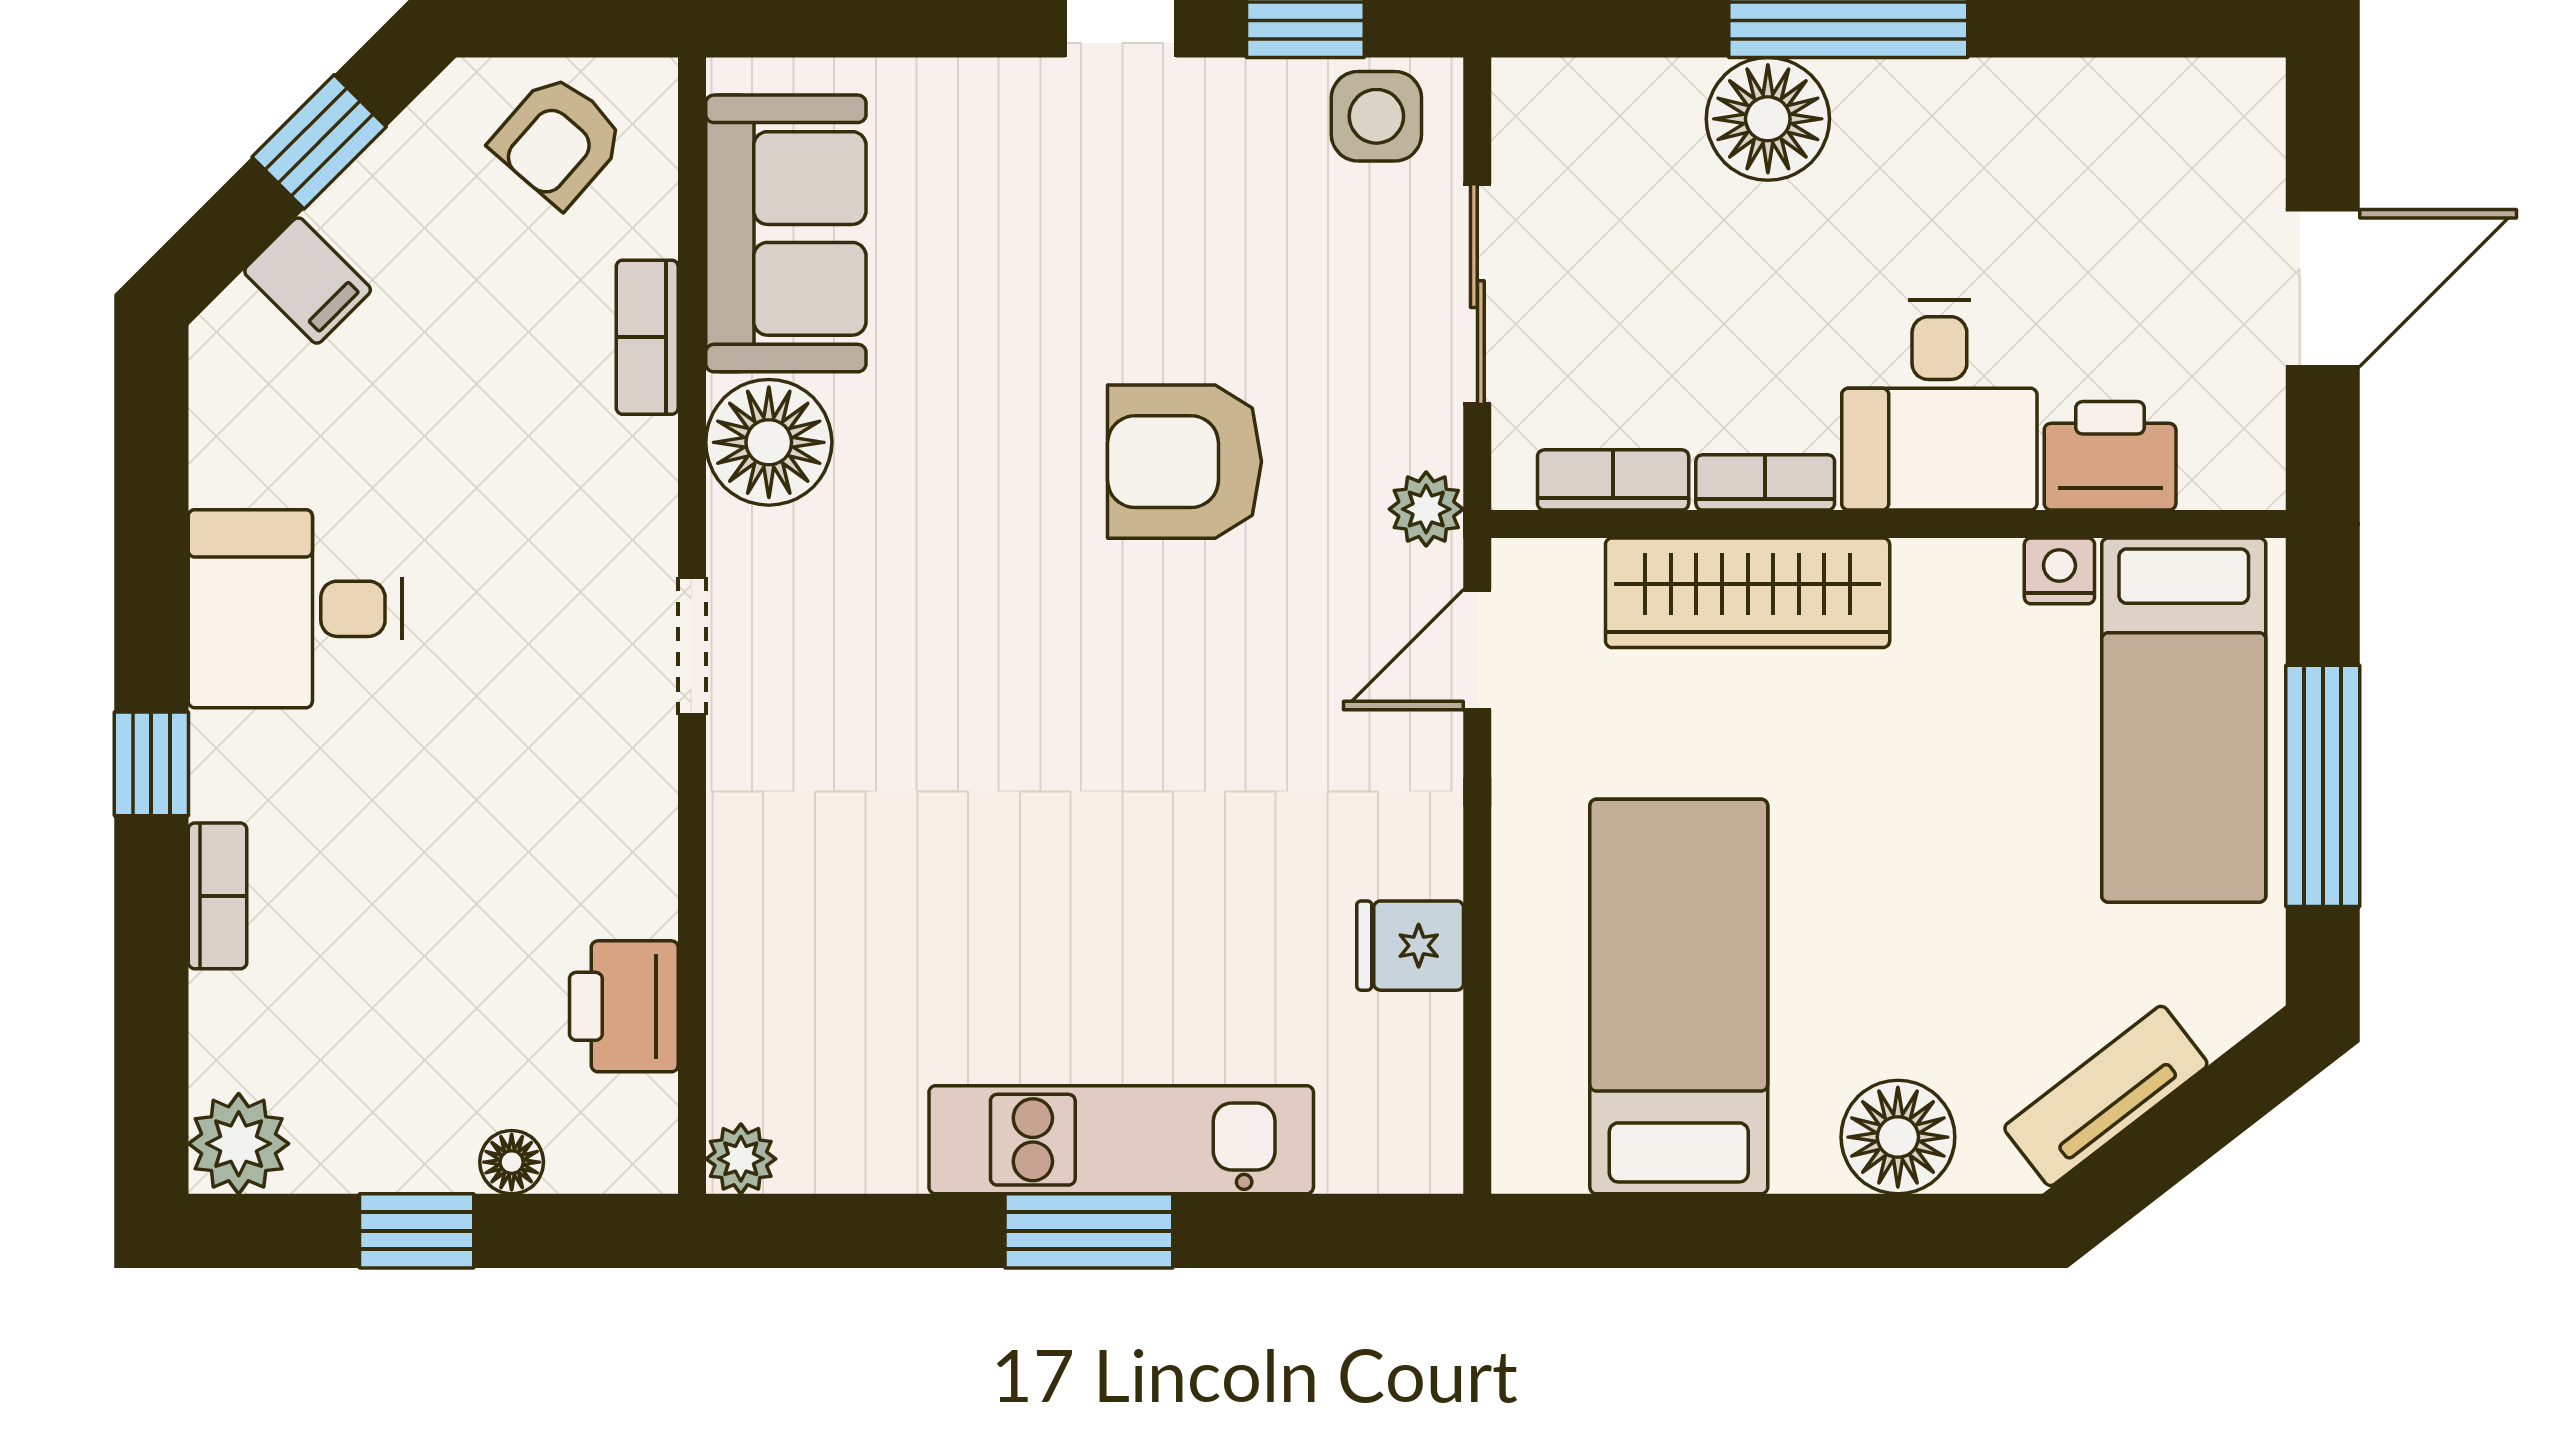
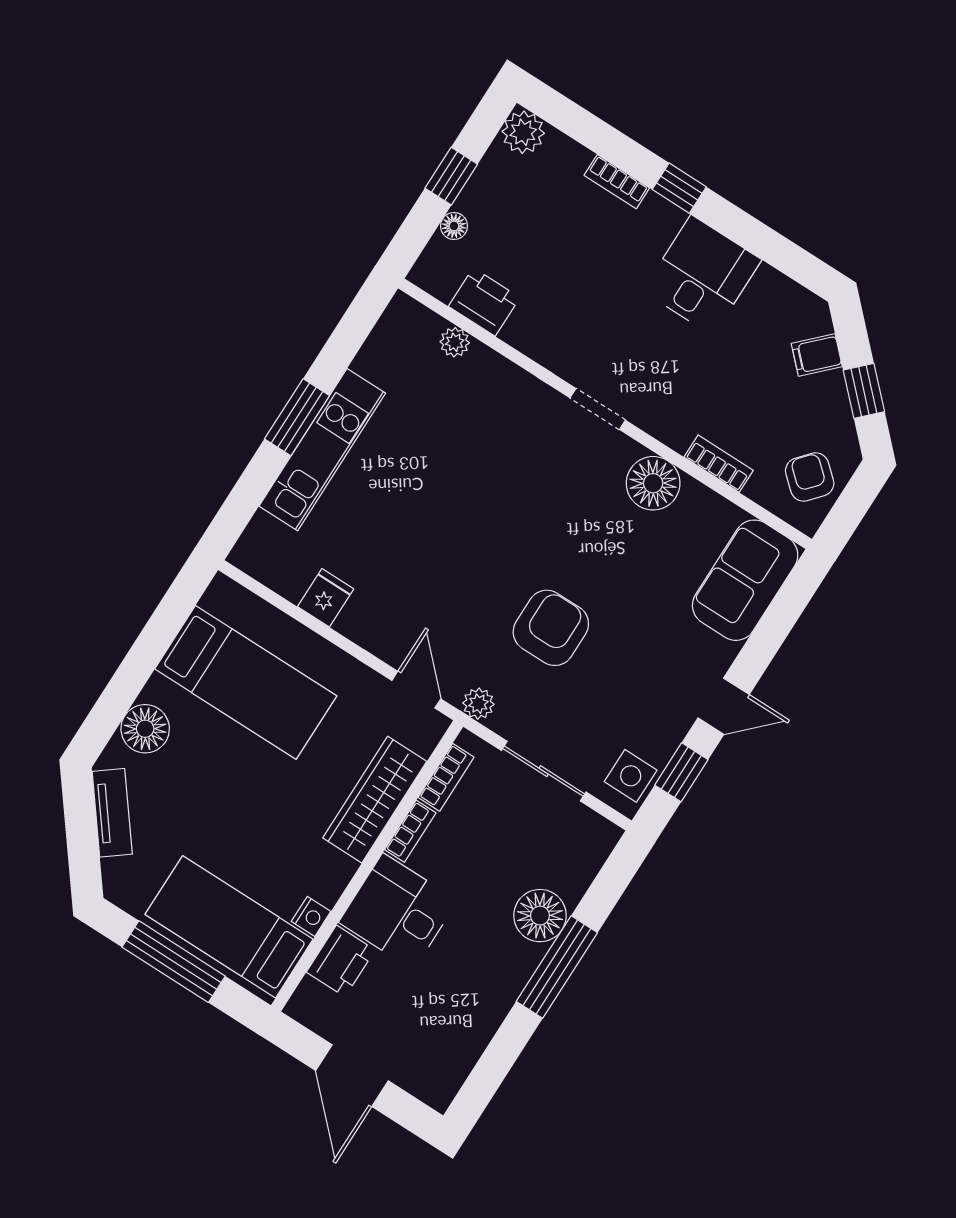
sofa: (786, 233) -> (745, 580), moved, turned 90
plant: (741, 1159) -> (455, 342), moved

